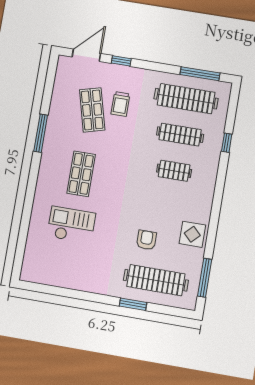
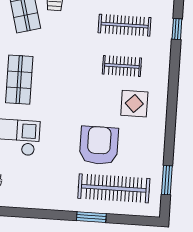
display table: (192, 234) -> (134, 104), moved
armchair: (146, 240) -> (99, 145), width x1.88, depth x1.88
window: (205, 278) -> (167, 180), width x0.69

